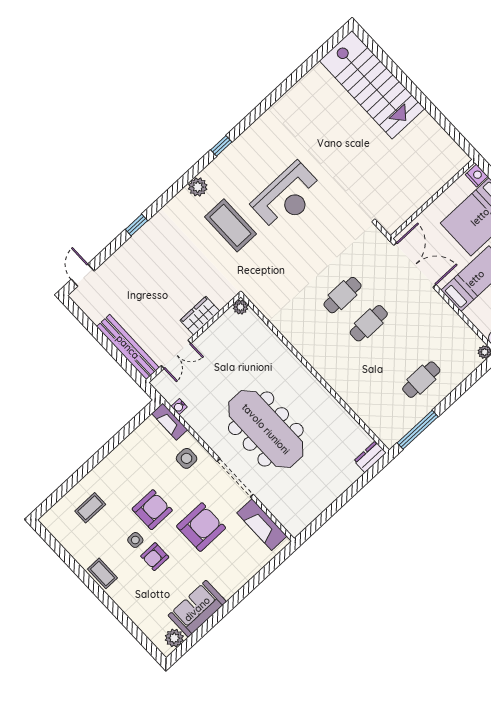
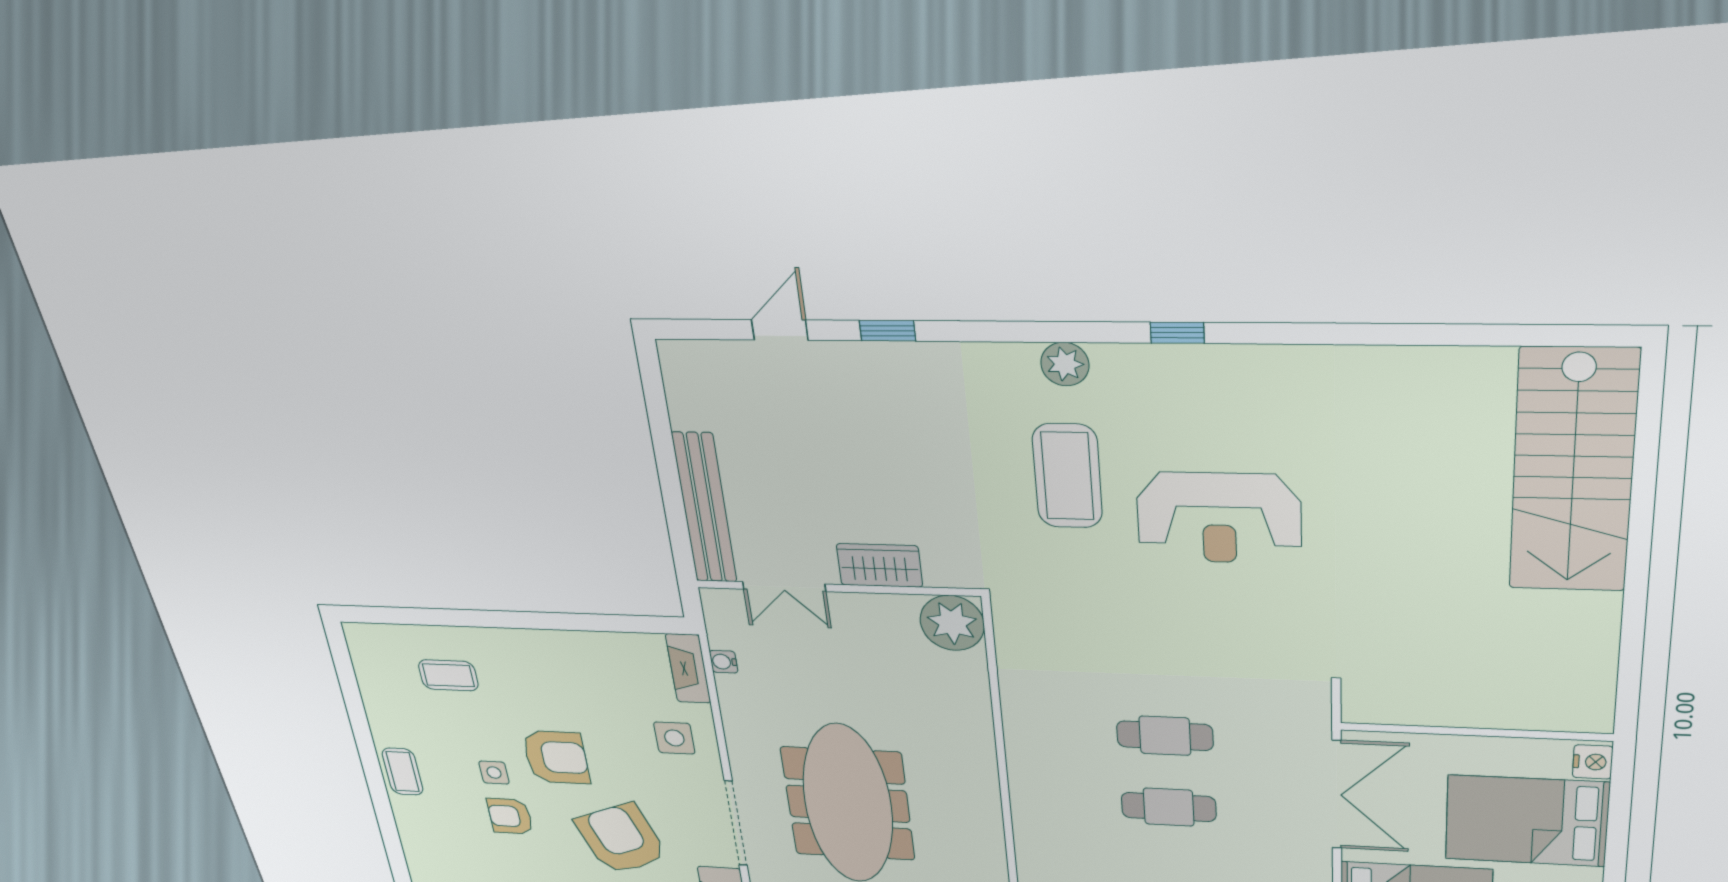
door: (83, 275) -> (780, 330), moved
plant: (240, 307) -> (952, 623), width x1.88, depth x1.88
armchair: (201, 527) -> (621, 839), turned -111

